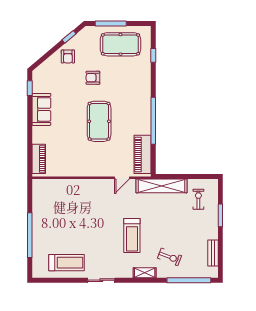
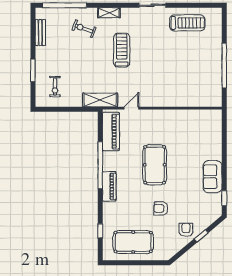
window: (111, 24) -> (143, 263), removed
window: (69, 37) -> (201, 236), moved
armchair: (93, 78) -> (161, 208), turned 180
piano: (39, 159) -> (109, 186), moved, turned 180
shelving: (162, 186) -> (100, 100), width x0.68
window: (30, 235) -> (224, 66), moved
treadmill: (67, 263) -> (187, 23), turned 180

